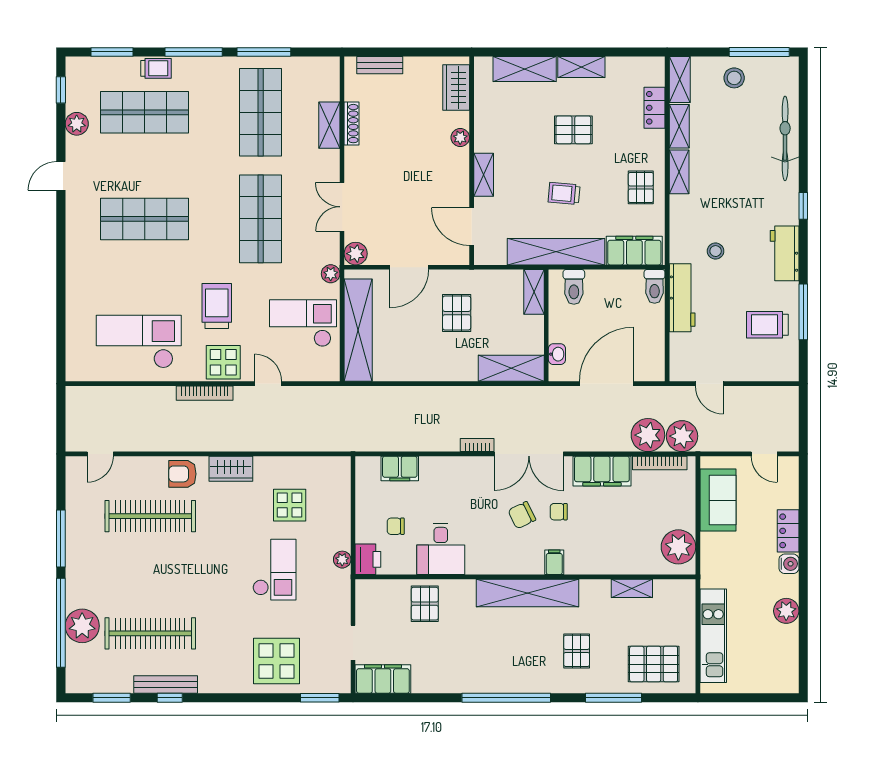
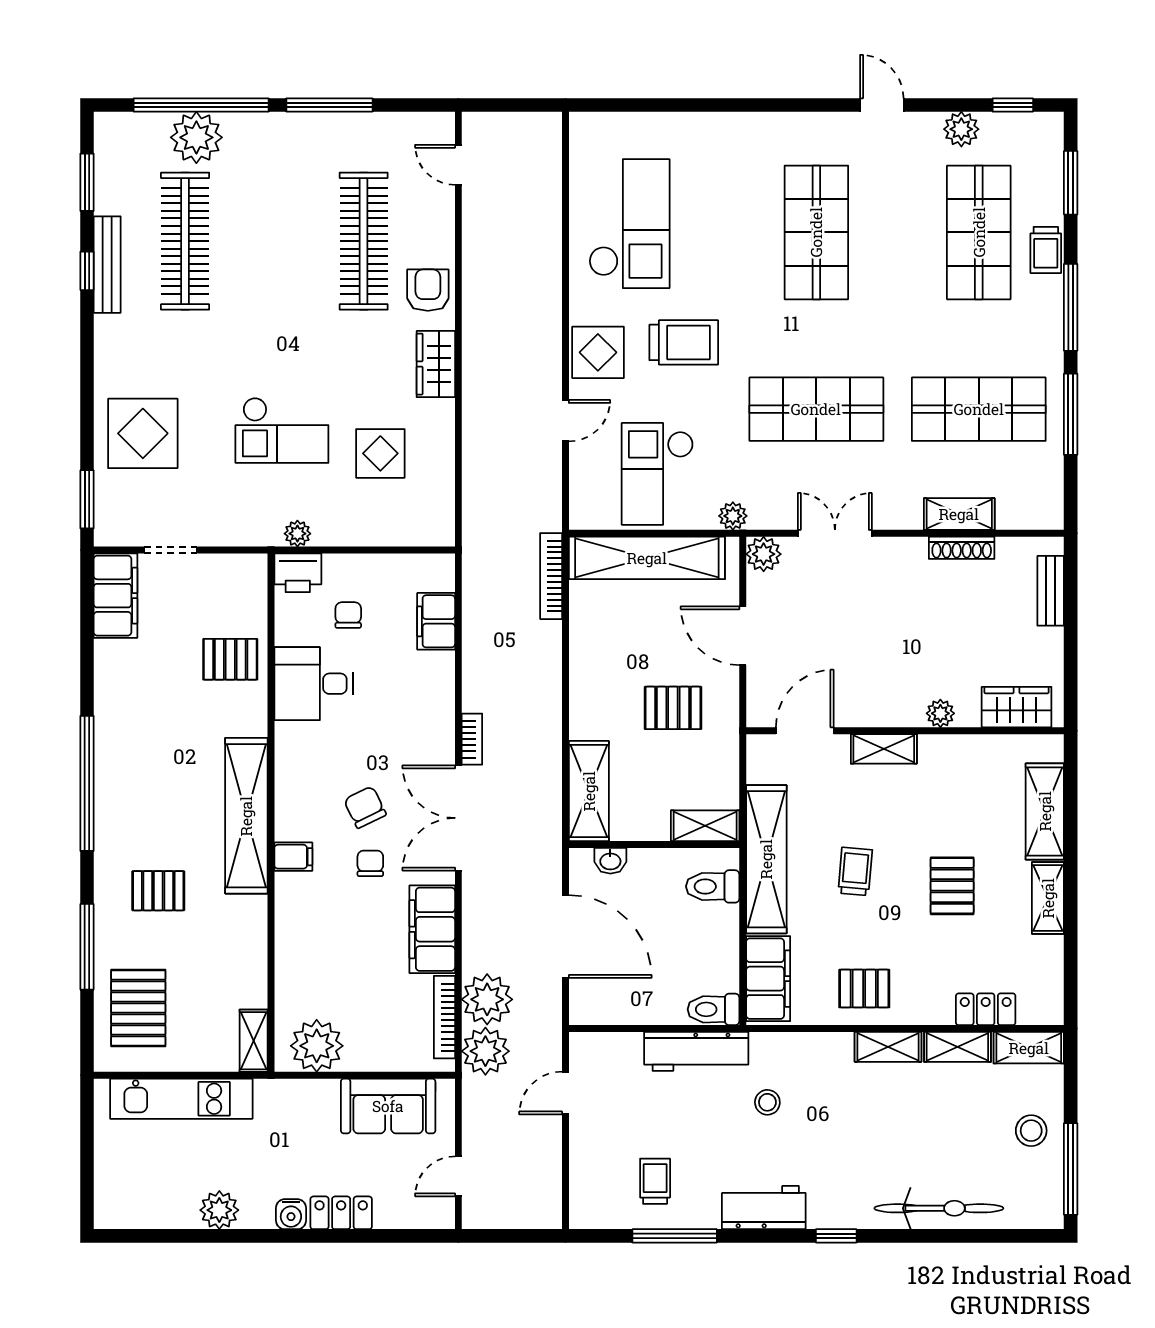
checkout: (303, 323) -> (657, 474), turned 180
trolley: (767, 325) -> (655, 1181), width x0.73, depth x0.72
bookcase: (205, 393) -> (551, 576), moved
shelving: (632, 588) -> (254, 1041), moved

